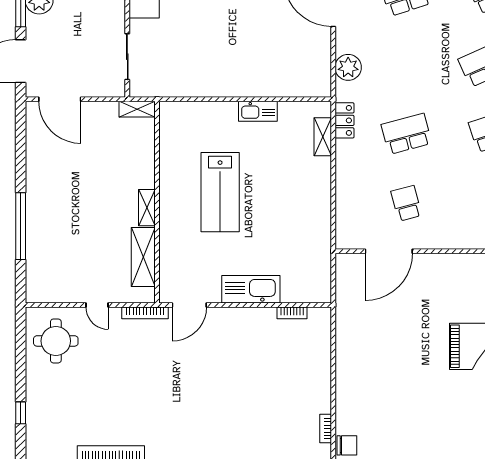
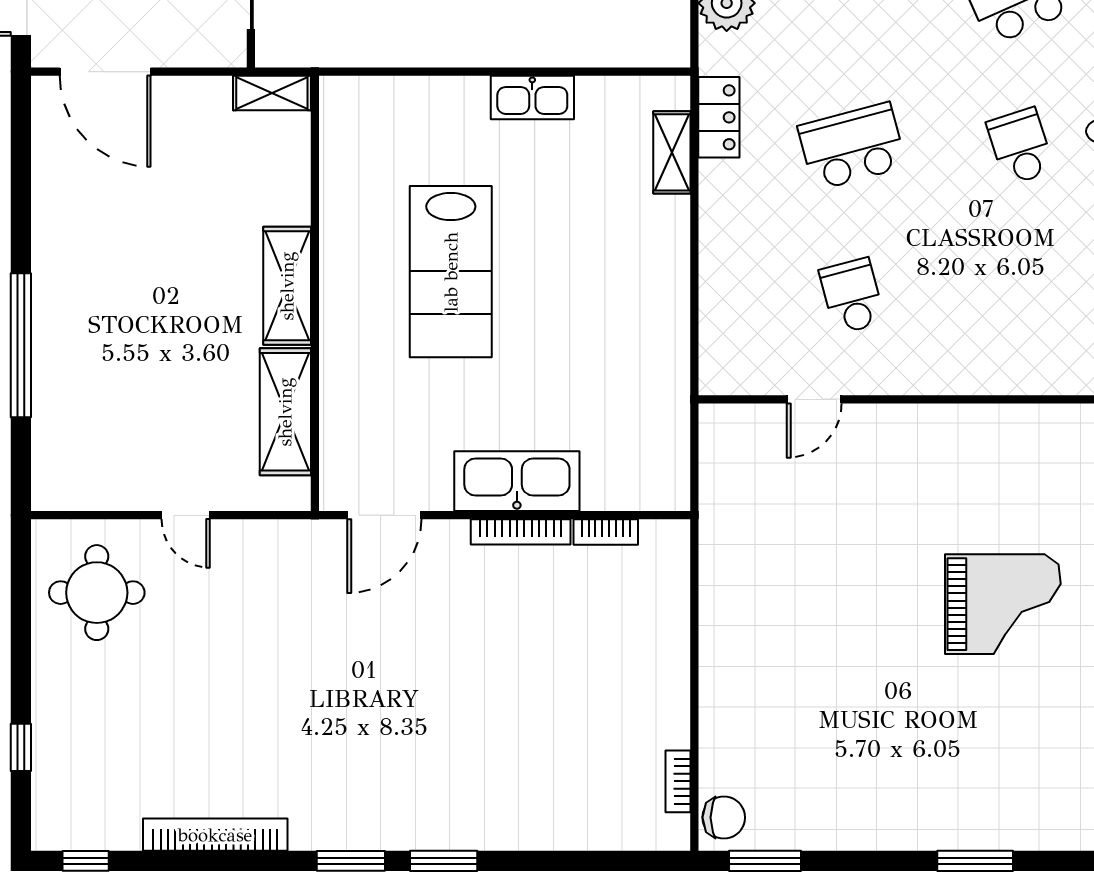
shelving: (147, 208) -> (287, 286), width x1.50, depth x1.33
door: (389, 251) -> (814, 399), width x0.53
bookcase: (145, 313) -> (521, 532), moved

